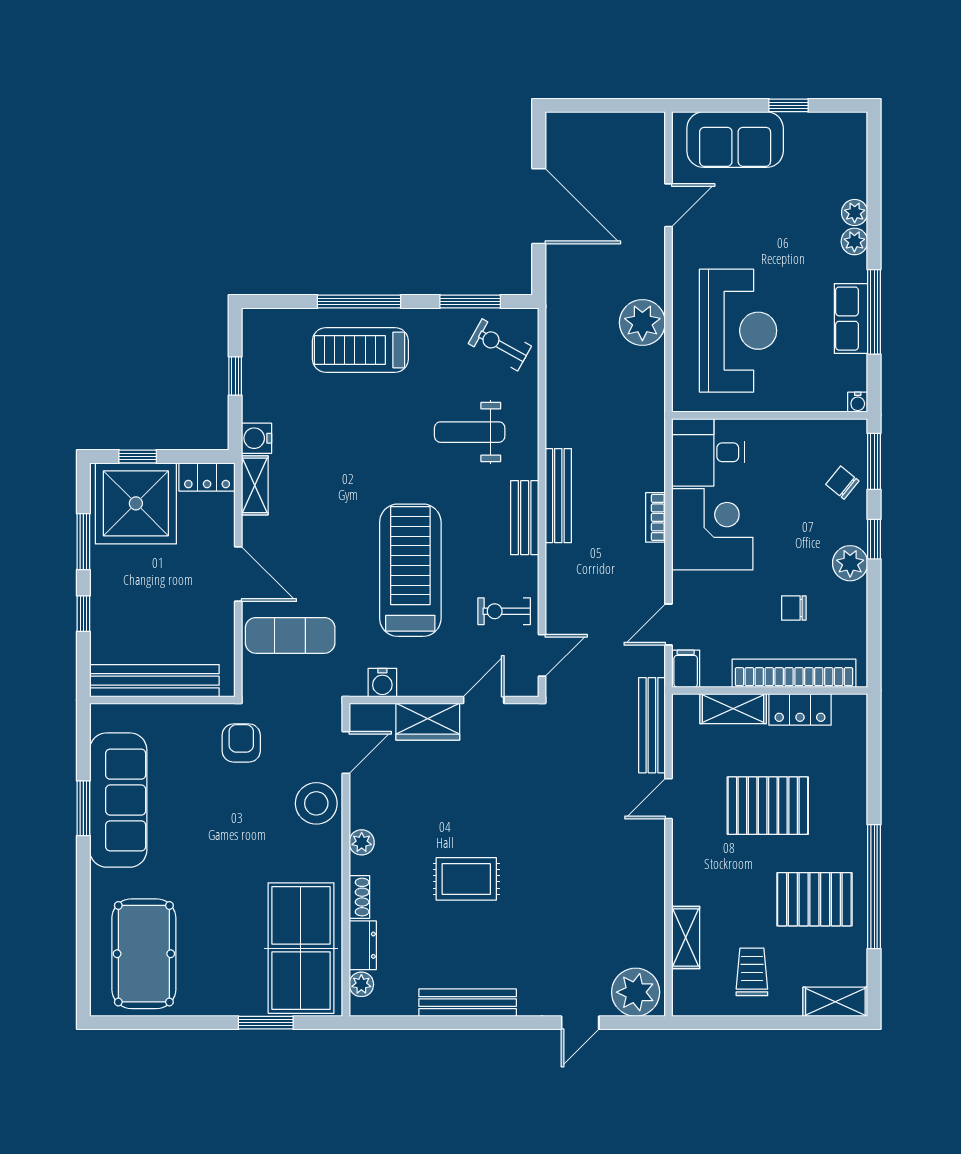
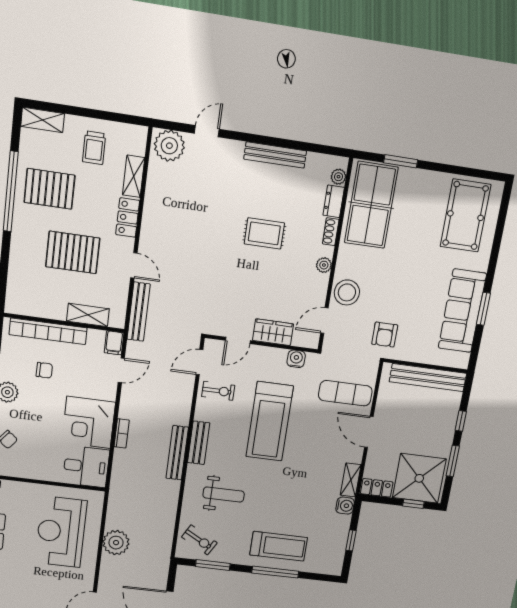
locker: (800, 709) -> (128, 218), moved, turned -90
door: (668, 799) -> (134, 265), hinge flipped

